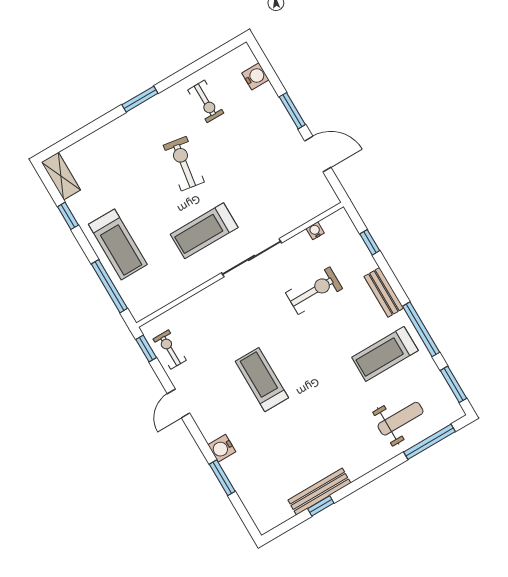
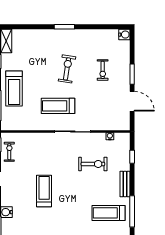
water cooler: (255, 76) -> (124, 35), moved
exercise bike: (206, 101) -> (103, 70), moved

